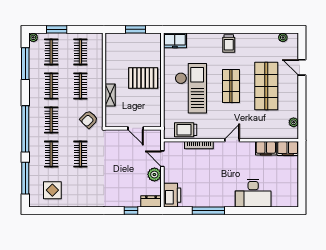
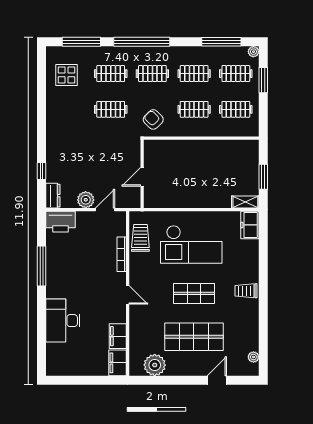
pallet: (143, 78) -> (204, 186), removed
shelving: (110, 95) -> (245, 202), moved
plant: (294, 122) -> (155, 365), width x1.88, depth x1.88

